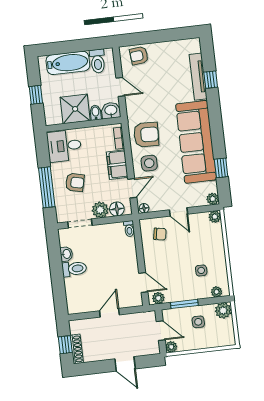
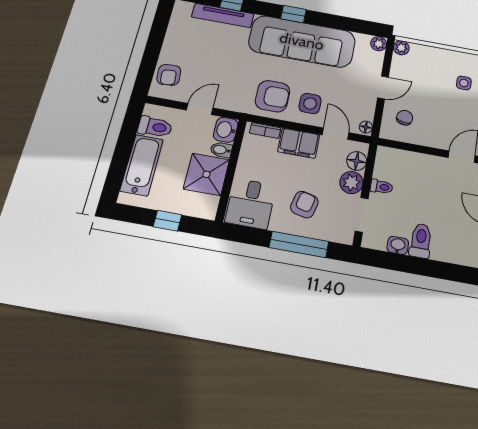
armchair: (146, 135) -> (273, 96), turned 88
window: (221, 168) -> (294, 14), moved
toilet: (129, 229) -> (381, 187), moved

